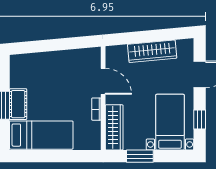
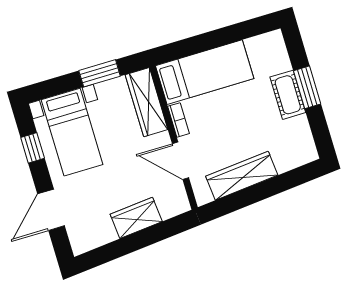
wardrobe: (152, 51) -> (136, 218), width x0.67
wardrobe: (65, 59) -> (242, 176), added
bed: (41, 135) -> (205, 72), moved, turned 180

